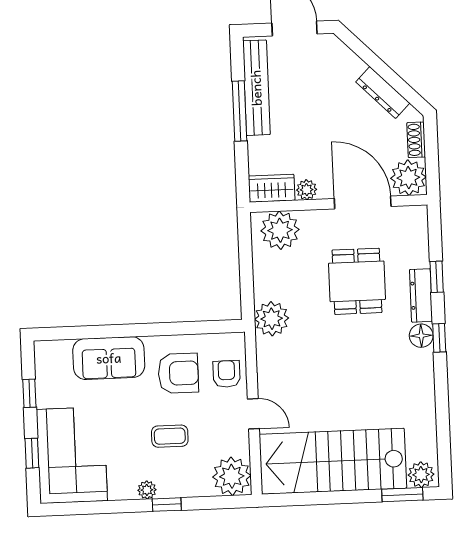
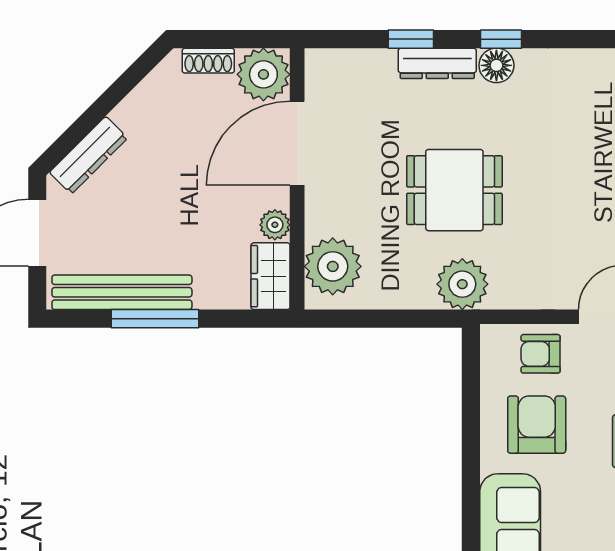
dresser: (383, 93) -> (89, 155), moved
dining table: (357, 281) -> (454, 190), moved

